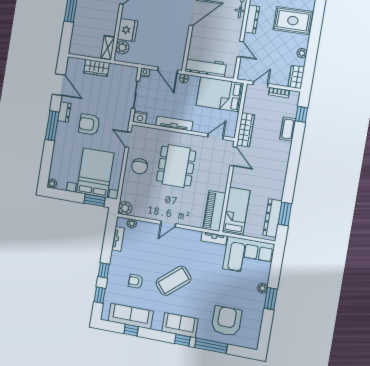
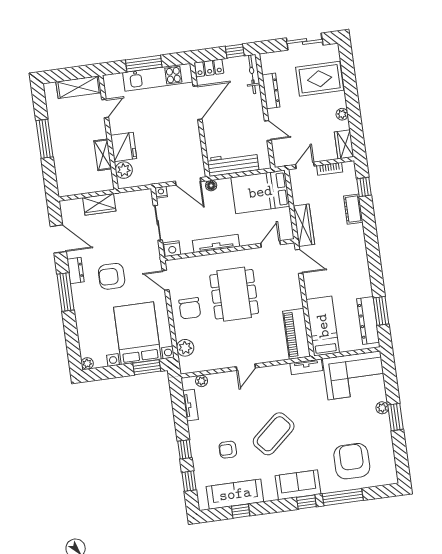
shelving: (108, 48) -> (103, 155), moved
plant: (125, 208) -> (185, 348), moved

